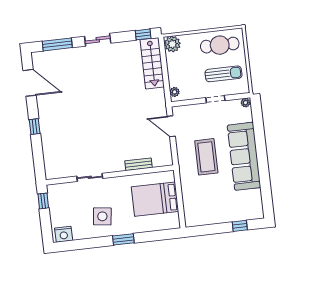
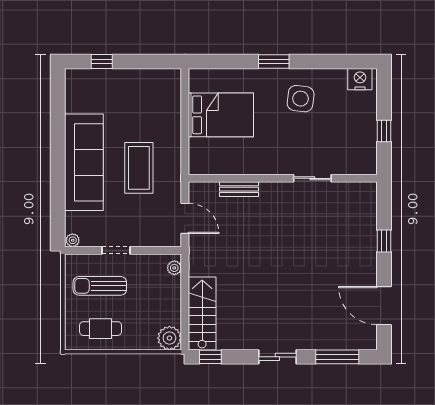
cafe table: (220, 45) -> (101, 329), width x0.73, depth x0.74
bench: (138, 164) -> (239, 189), moved
wall: (110, 175) -> (283, 178), moved
sliding door: (90, 177) -> (312, 178), moved

